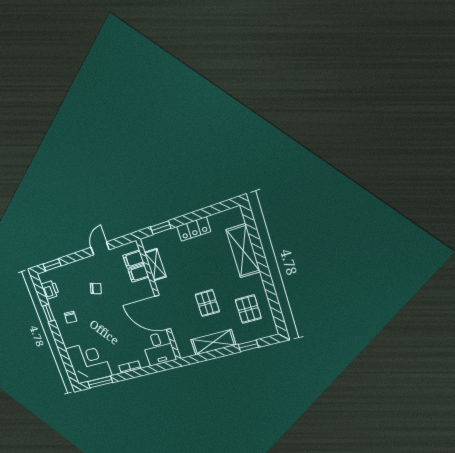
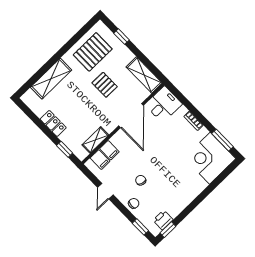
door: (100, 248) -> (105, 191), hinge flipped
pallet: (207, 303) -> (105, 85), turned 90
pallet: (248, 309) -> (93, 52), width x1.50, depth x1.42
window: (49, 313) -> (168, 230), moved
chair: (70, 317) -> (134, 203), moved
shelving: (213, 342) -> (144, 75), moved

